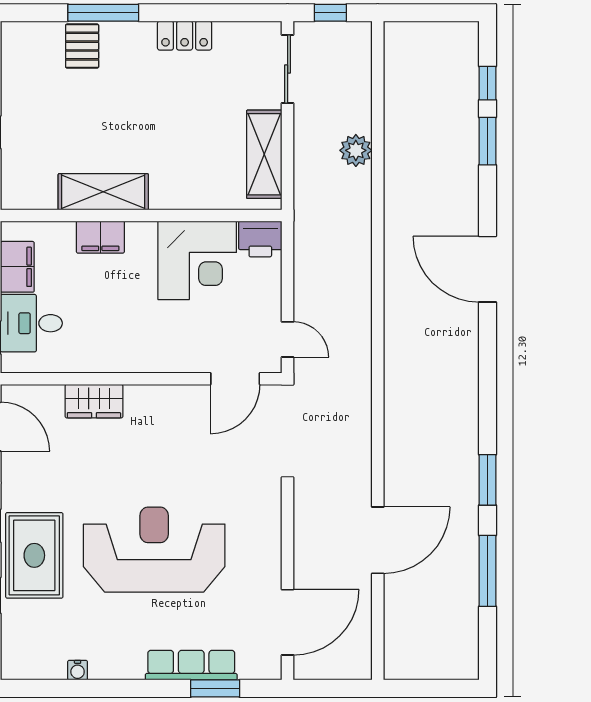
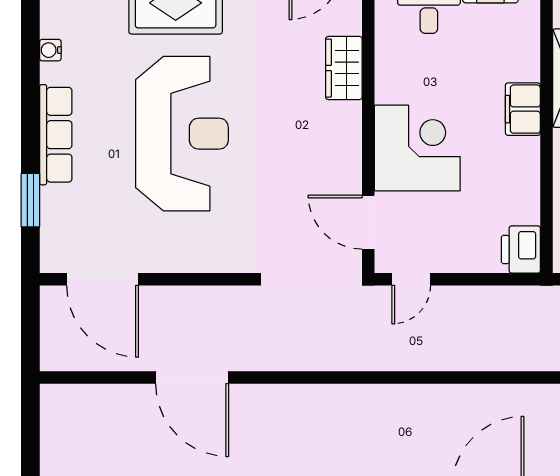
filing cabinet: (100, 237) -> (523, 109), moved
corner desk: (197, 260) -> (417, 148), moved, turned 180
row of seats: (191, 665) -> (56, 135), moved

